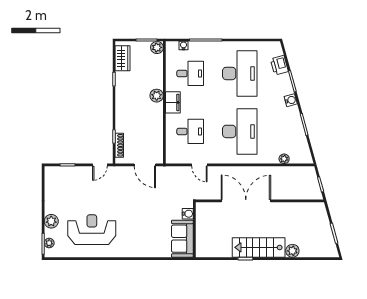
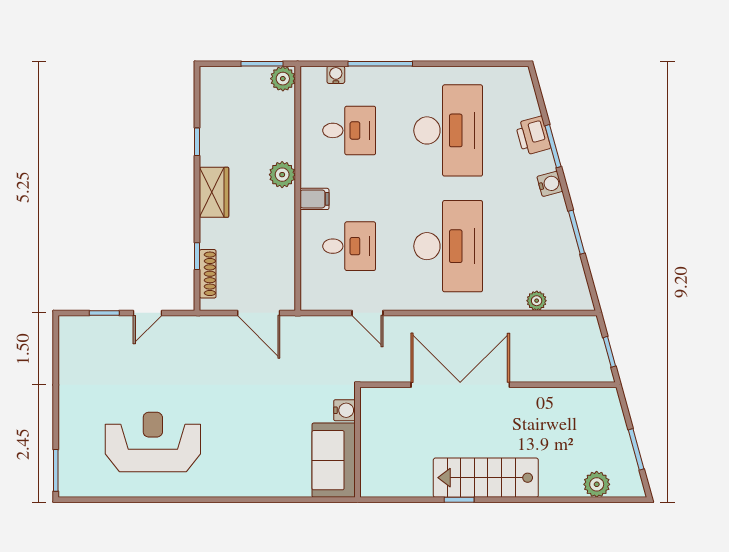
wardrobe: (122, 58) -> (214, 192), moved
printer: (279, 65) -> (533, 136), moved
filing cabinet: (173, 102) -> (314, 199), width x0.50
door: (100, 165) -> (148, 313), moved
plant: (51, 221) -> (72, 425), removed
plant: (49, 243) -> (68, 469), removed
plant: (292, 251) -> (597, 484), moved

